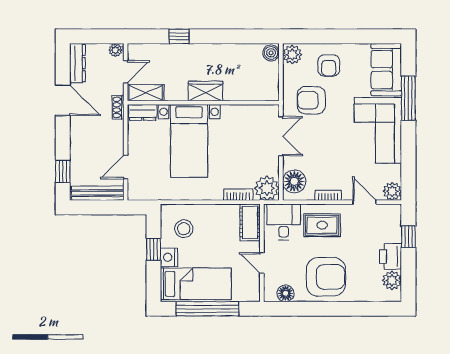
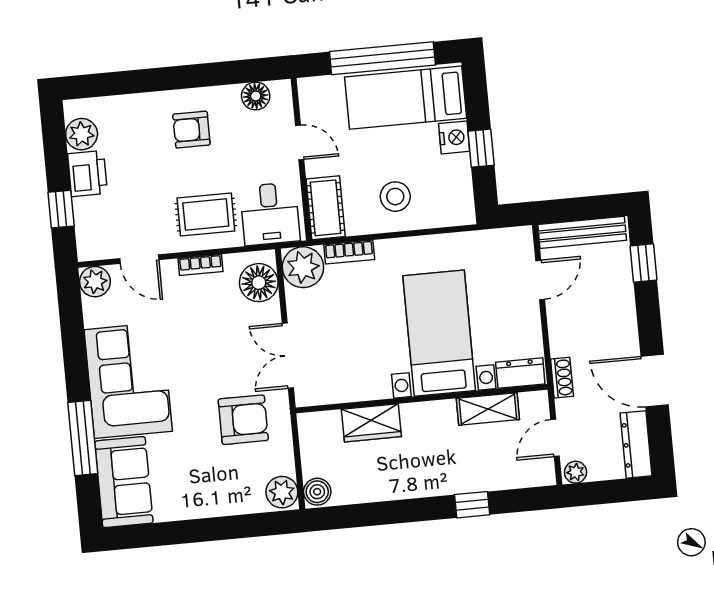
armchair: (329, 66) -> (220, 480), removed
wardrobe: (206, 91) -> (371, 423), moved
shelving: (146, 93) -> (488, 409), moved
stool: (184, 229) -> (395, 197), moved
armchair: (326, 277) -> (191, 130), width x0.53, depth x0.53

